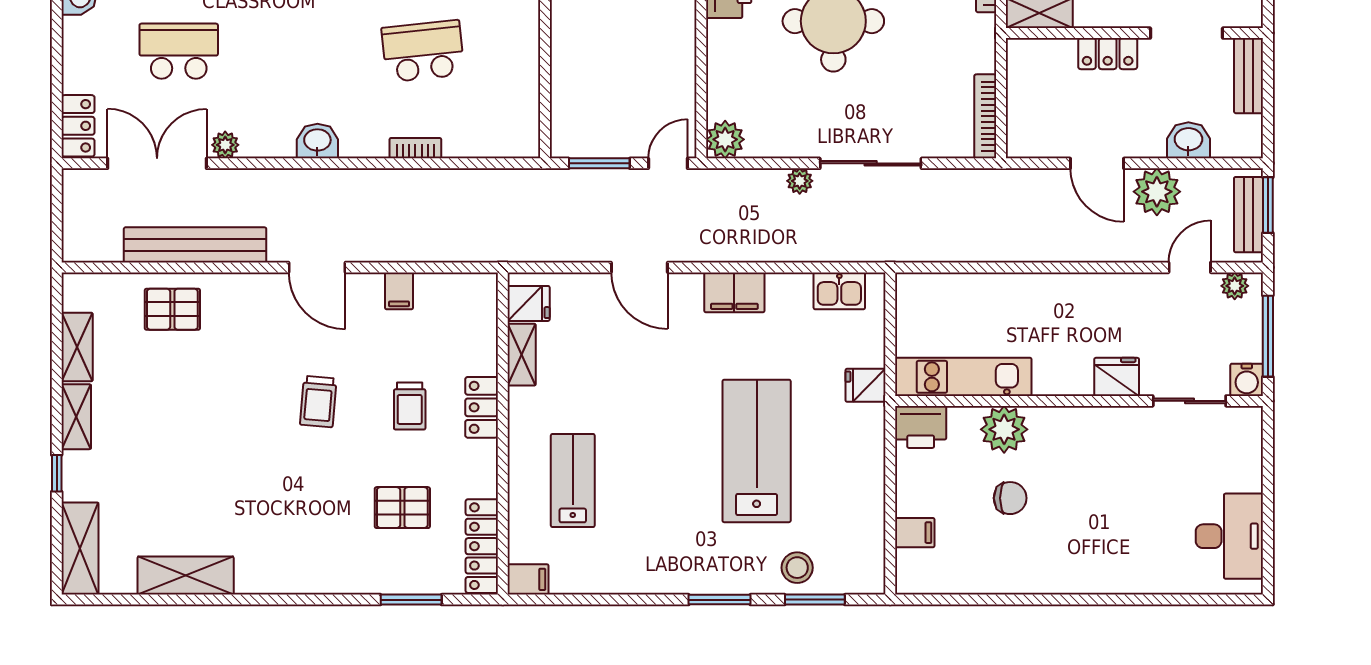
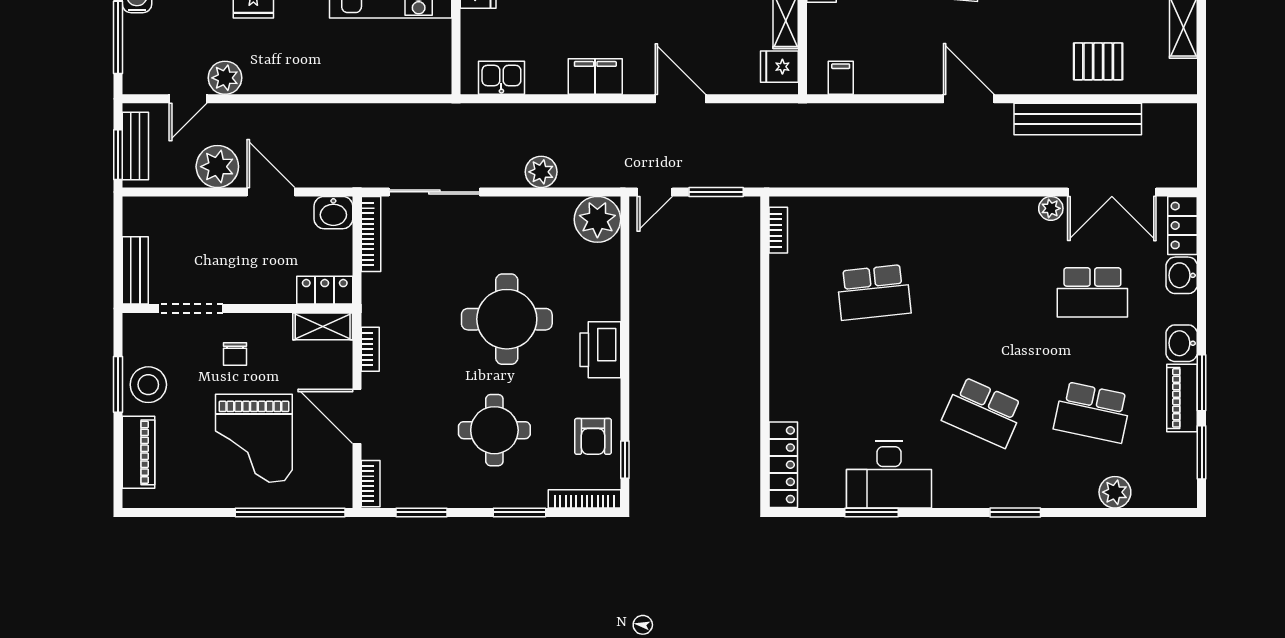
locker: (1108, 54) -> (325, 290), moved
plant: (725, 139) -> (597, 219), width x1.36, depth x1.36
washbasin: (1188, 140) -> (333, 213), moved
washbasin: (317, 141) -> (1182, 275), moved, turned 90
bookcase: (415, 148) -> (778, 230), moved, turned -90
sliding door: (871, 163) -> (434, 192), moved
plant: (800, 181) -> (541, 172), width x1.38, depth x1.38
plant: (1235, 286) -> (225, 78), moved, width x1.38, depth x1.38
filing cabinet: (399, 291) -> (841, 78), moved

